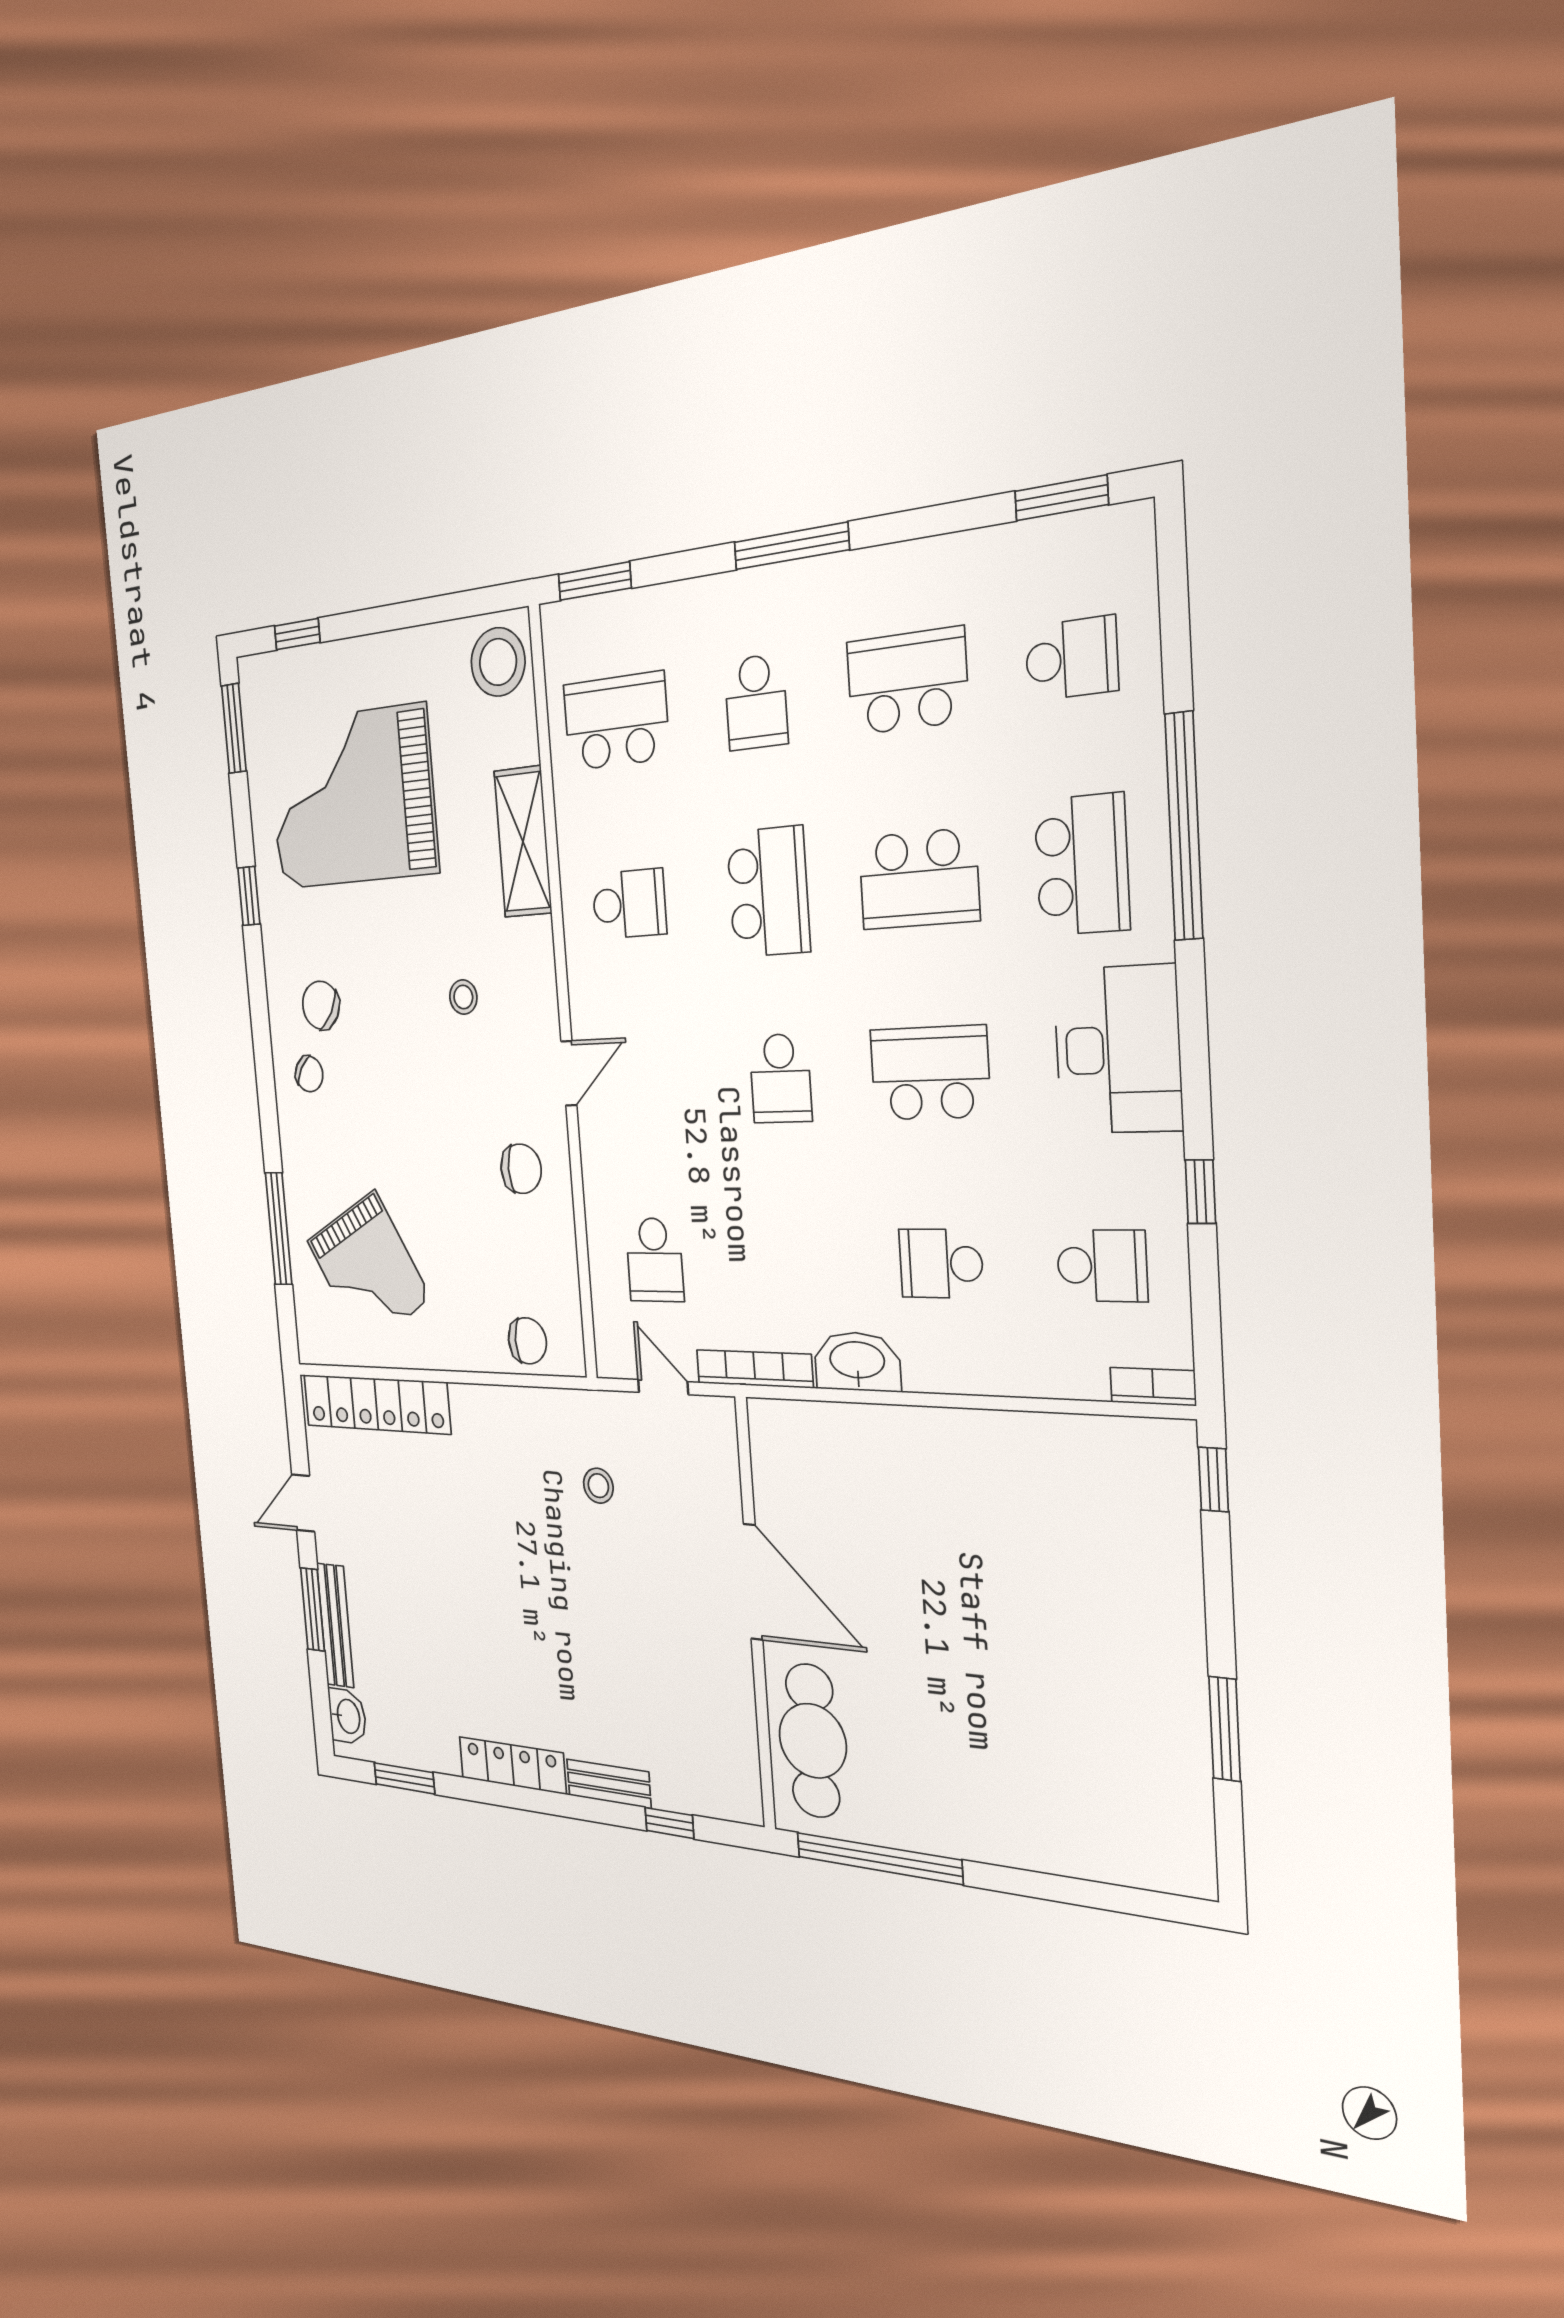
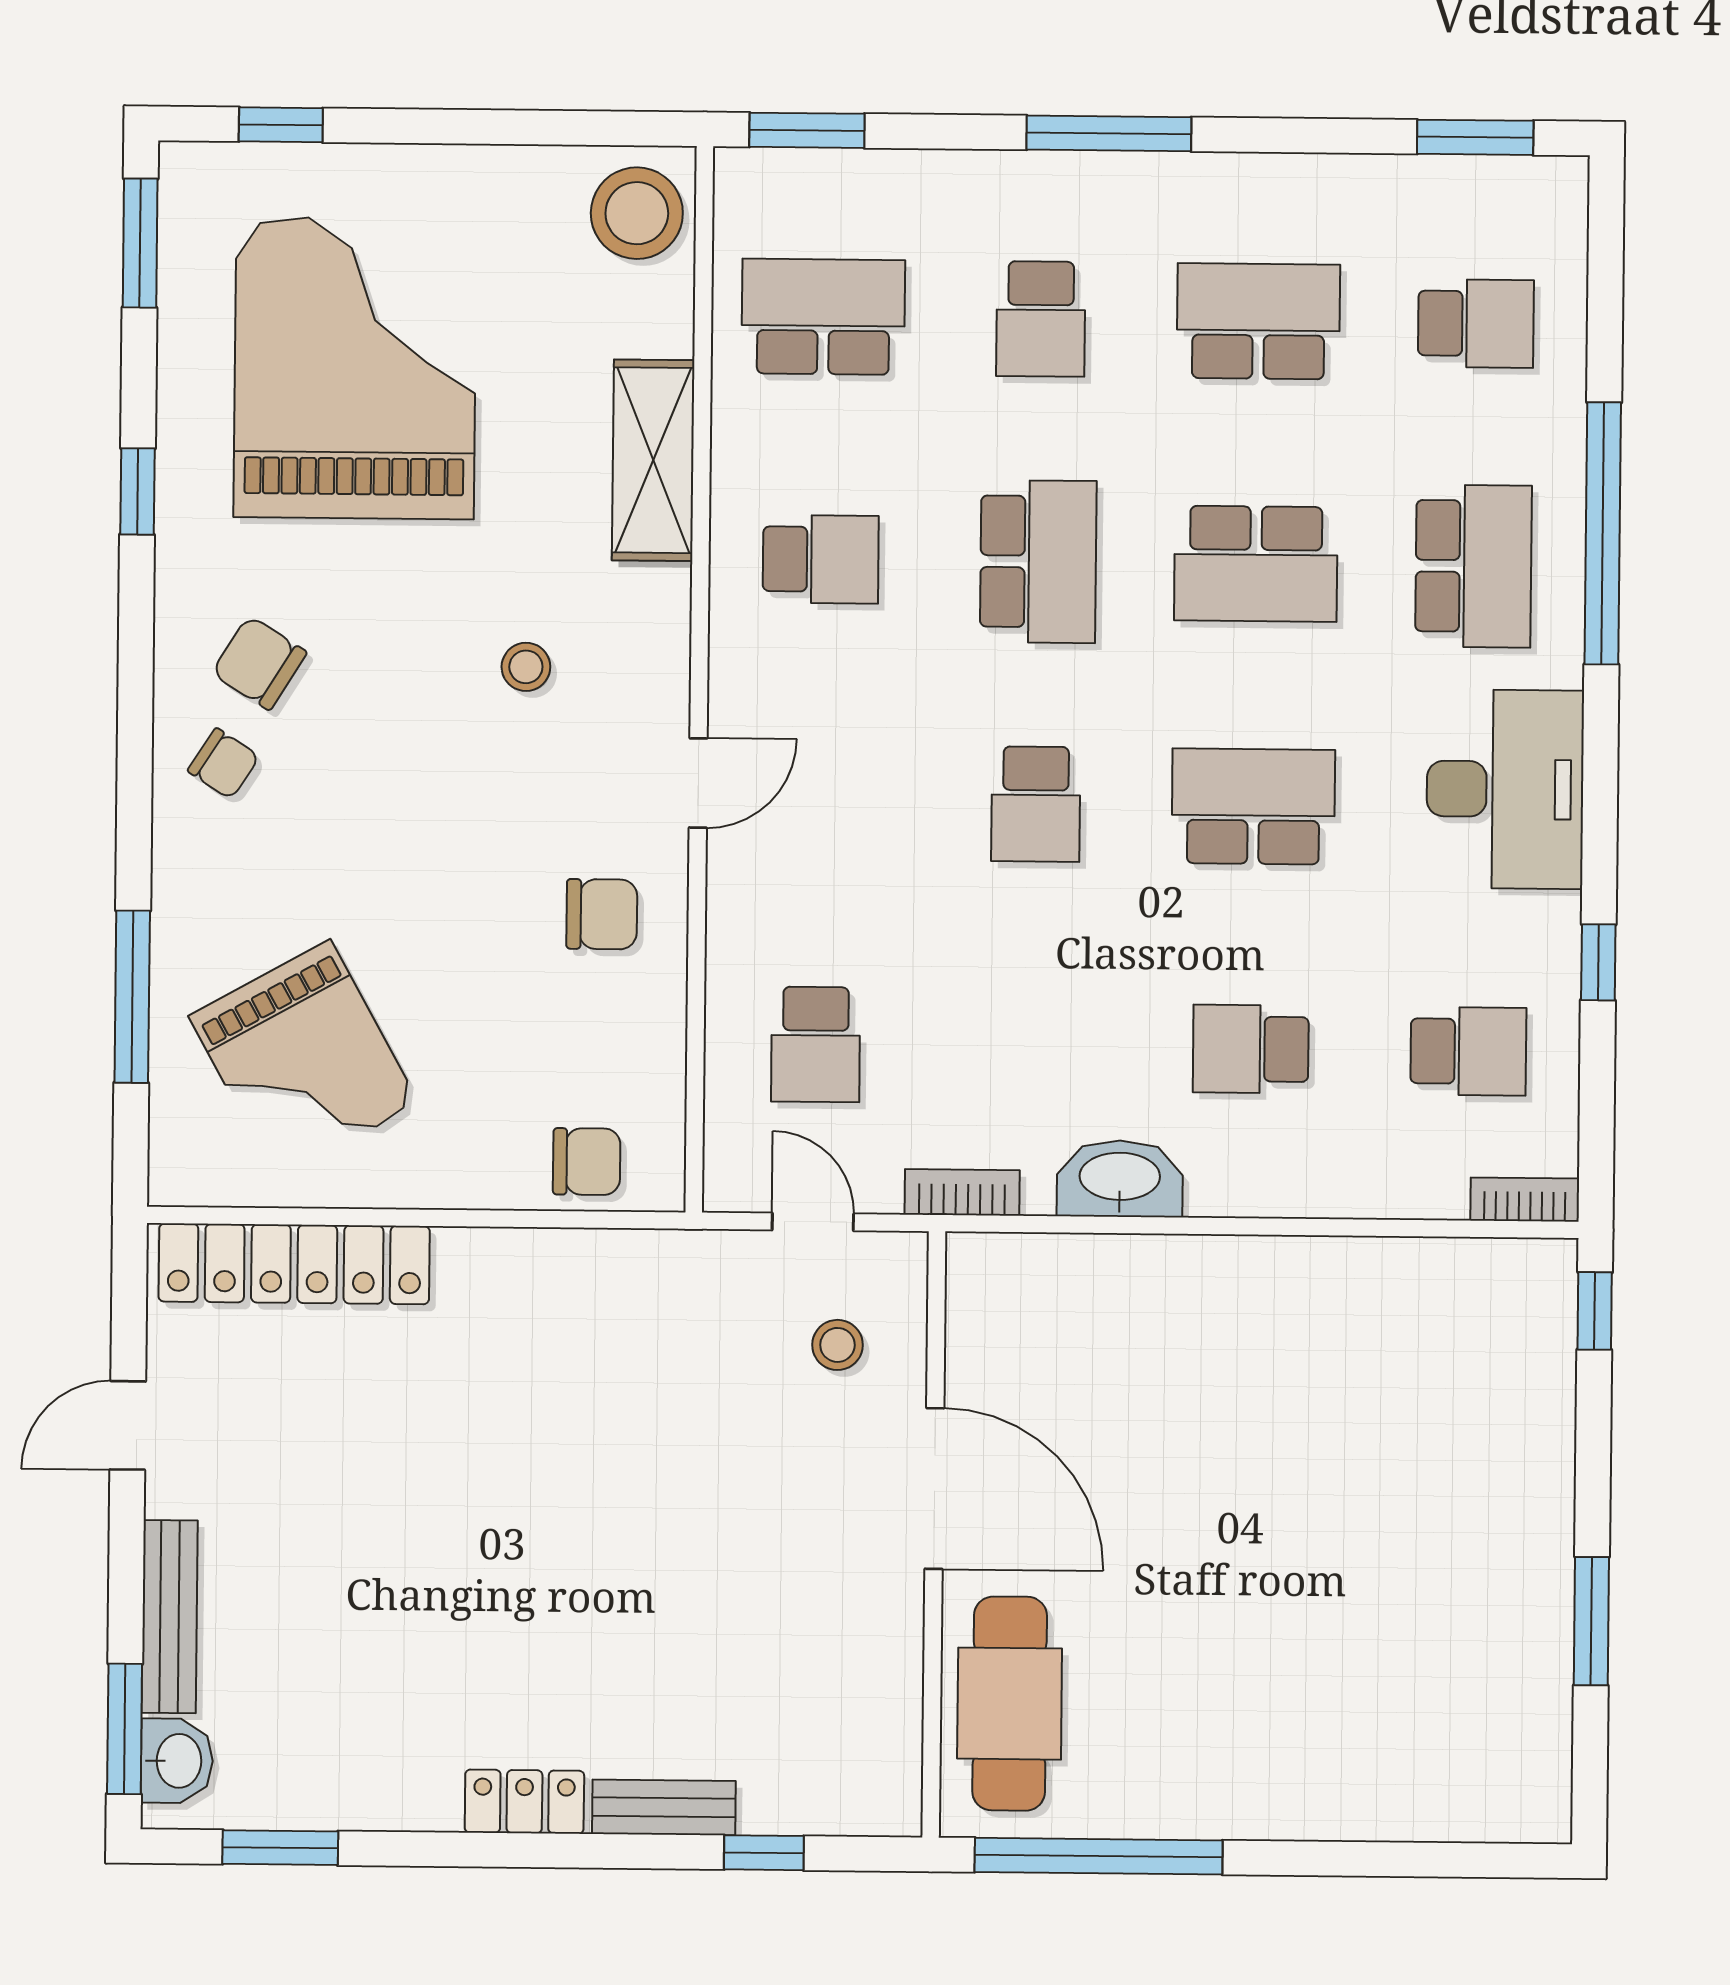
grand piano: (352, 798) -> (355, 368), turned 90
bookcase: (754, 1369) -> (962, 1192), width x0.64
stool: (598, 1486) -> (837, 1345), moved
window: (313, 1609) -> (125, 1729), moved
locker: (512, 1765) -> (524, 1802), width x0.66

